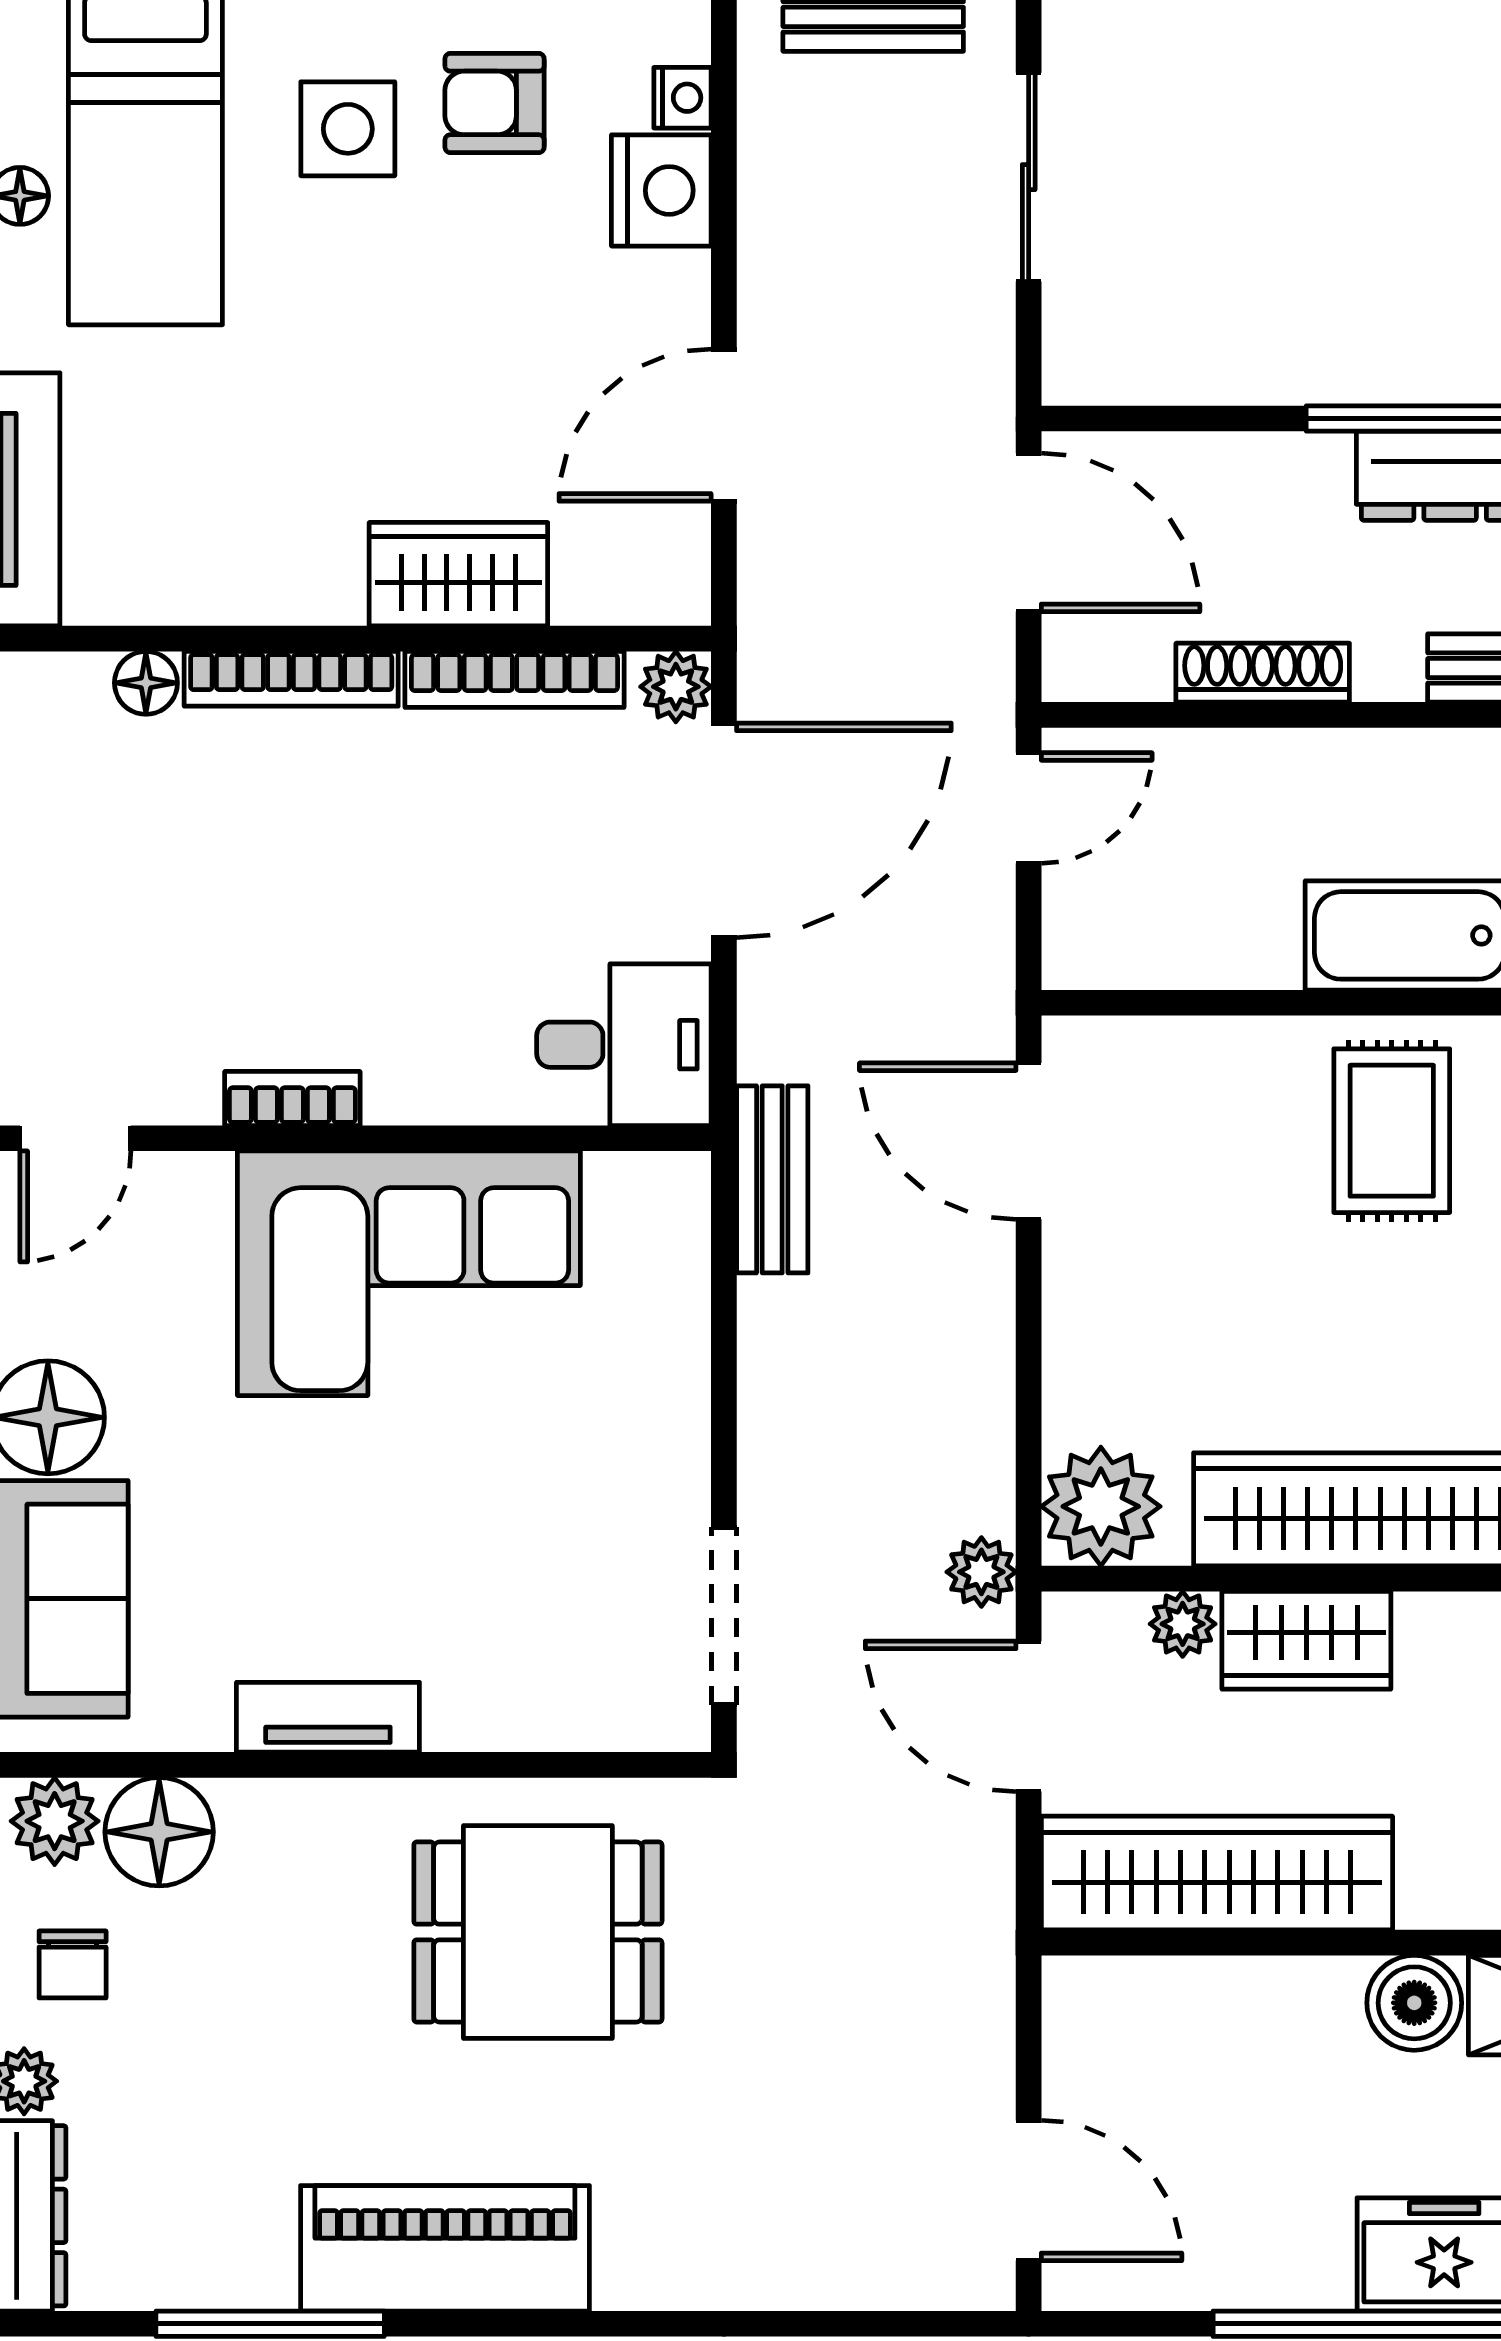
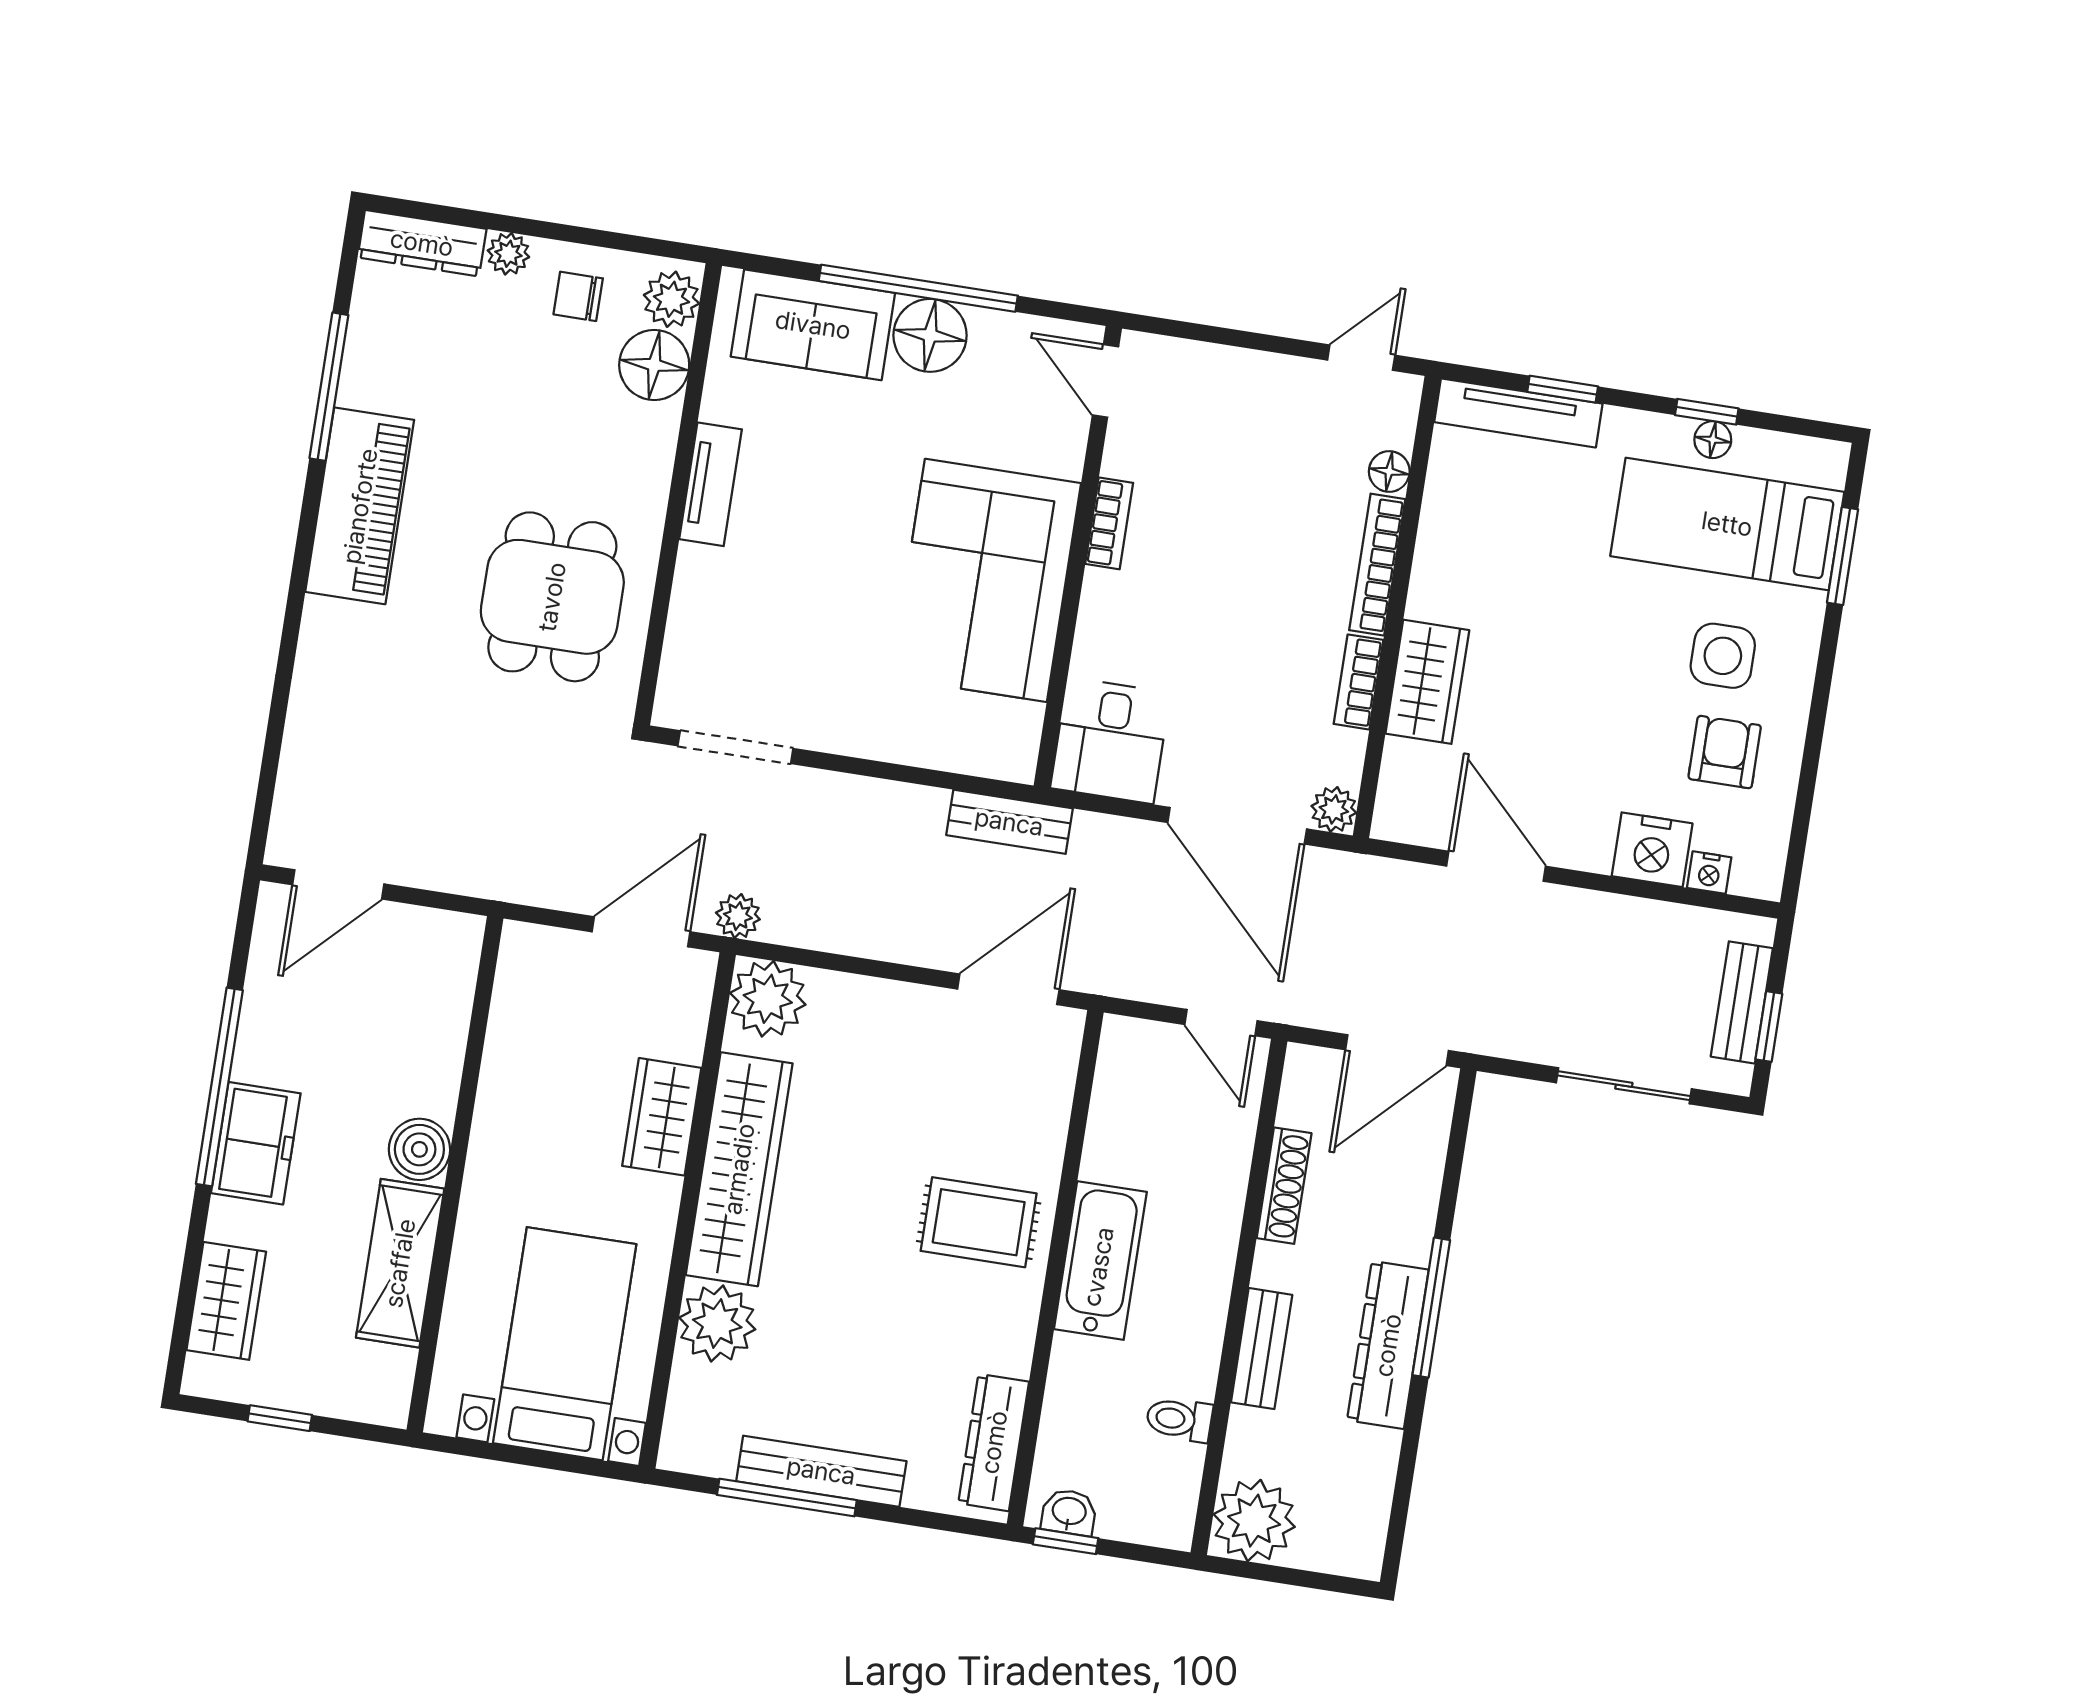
bookcase: (514, 679) -> (1359, 682), width x0.64
plant: (1183, 1624) -> (685, 1039), removed
wardrobe: (1217, 1873) -> (522, 1036), removed

